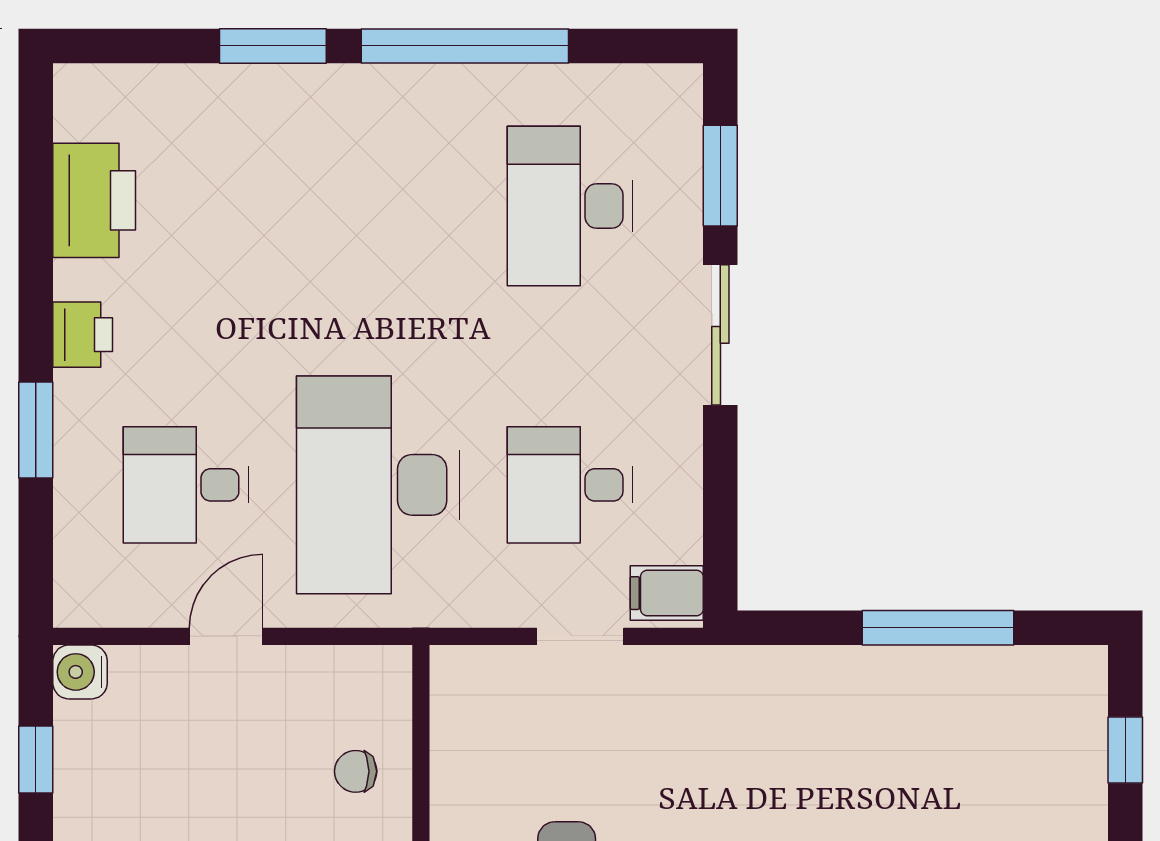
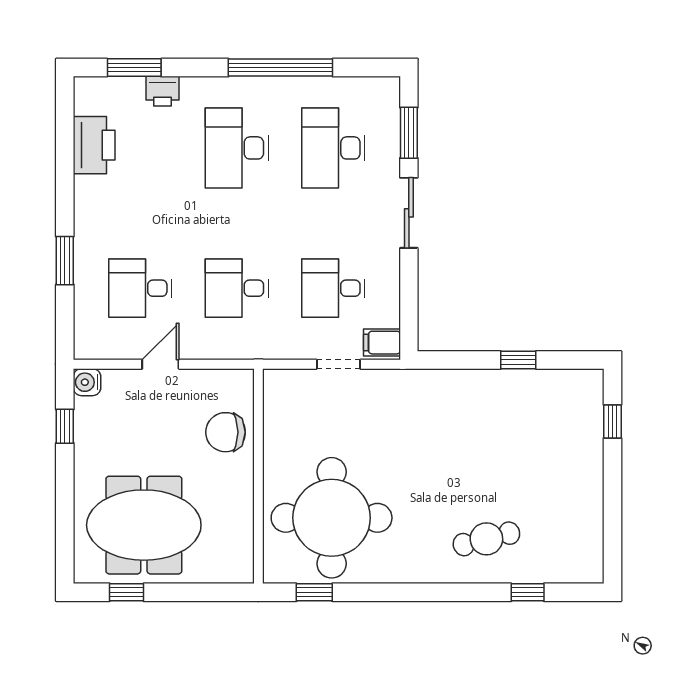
window: (273, 46) -> (134, 68), moved
desk: (378, 206) -> (237, 148), added
printer: (83, 335) -> (162, 91), moved, turned 90
desk: (378, 485) -> (237, 288), width x0.53, depth x0.77
window: (938, 628) -> (518, 360), width x0.46
chair: (356, 771) -> (226, 432), width x1.87, depth x1.87

